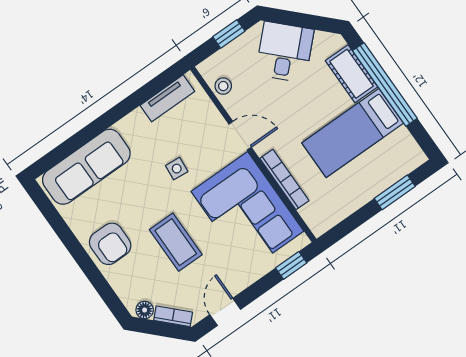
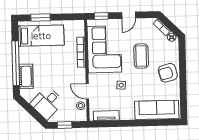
bed: (353, 133) -> (41, 36), moved
door: (240, 136) -> (87, 91), moved
armchair: (110, 244) -> (168, 73), turned -105
door: (225, 312) -> (129, 15), moved

